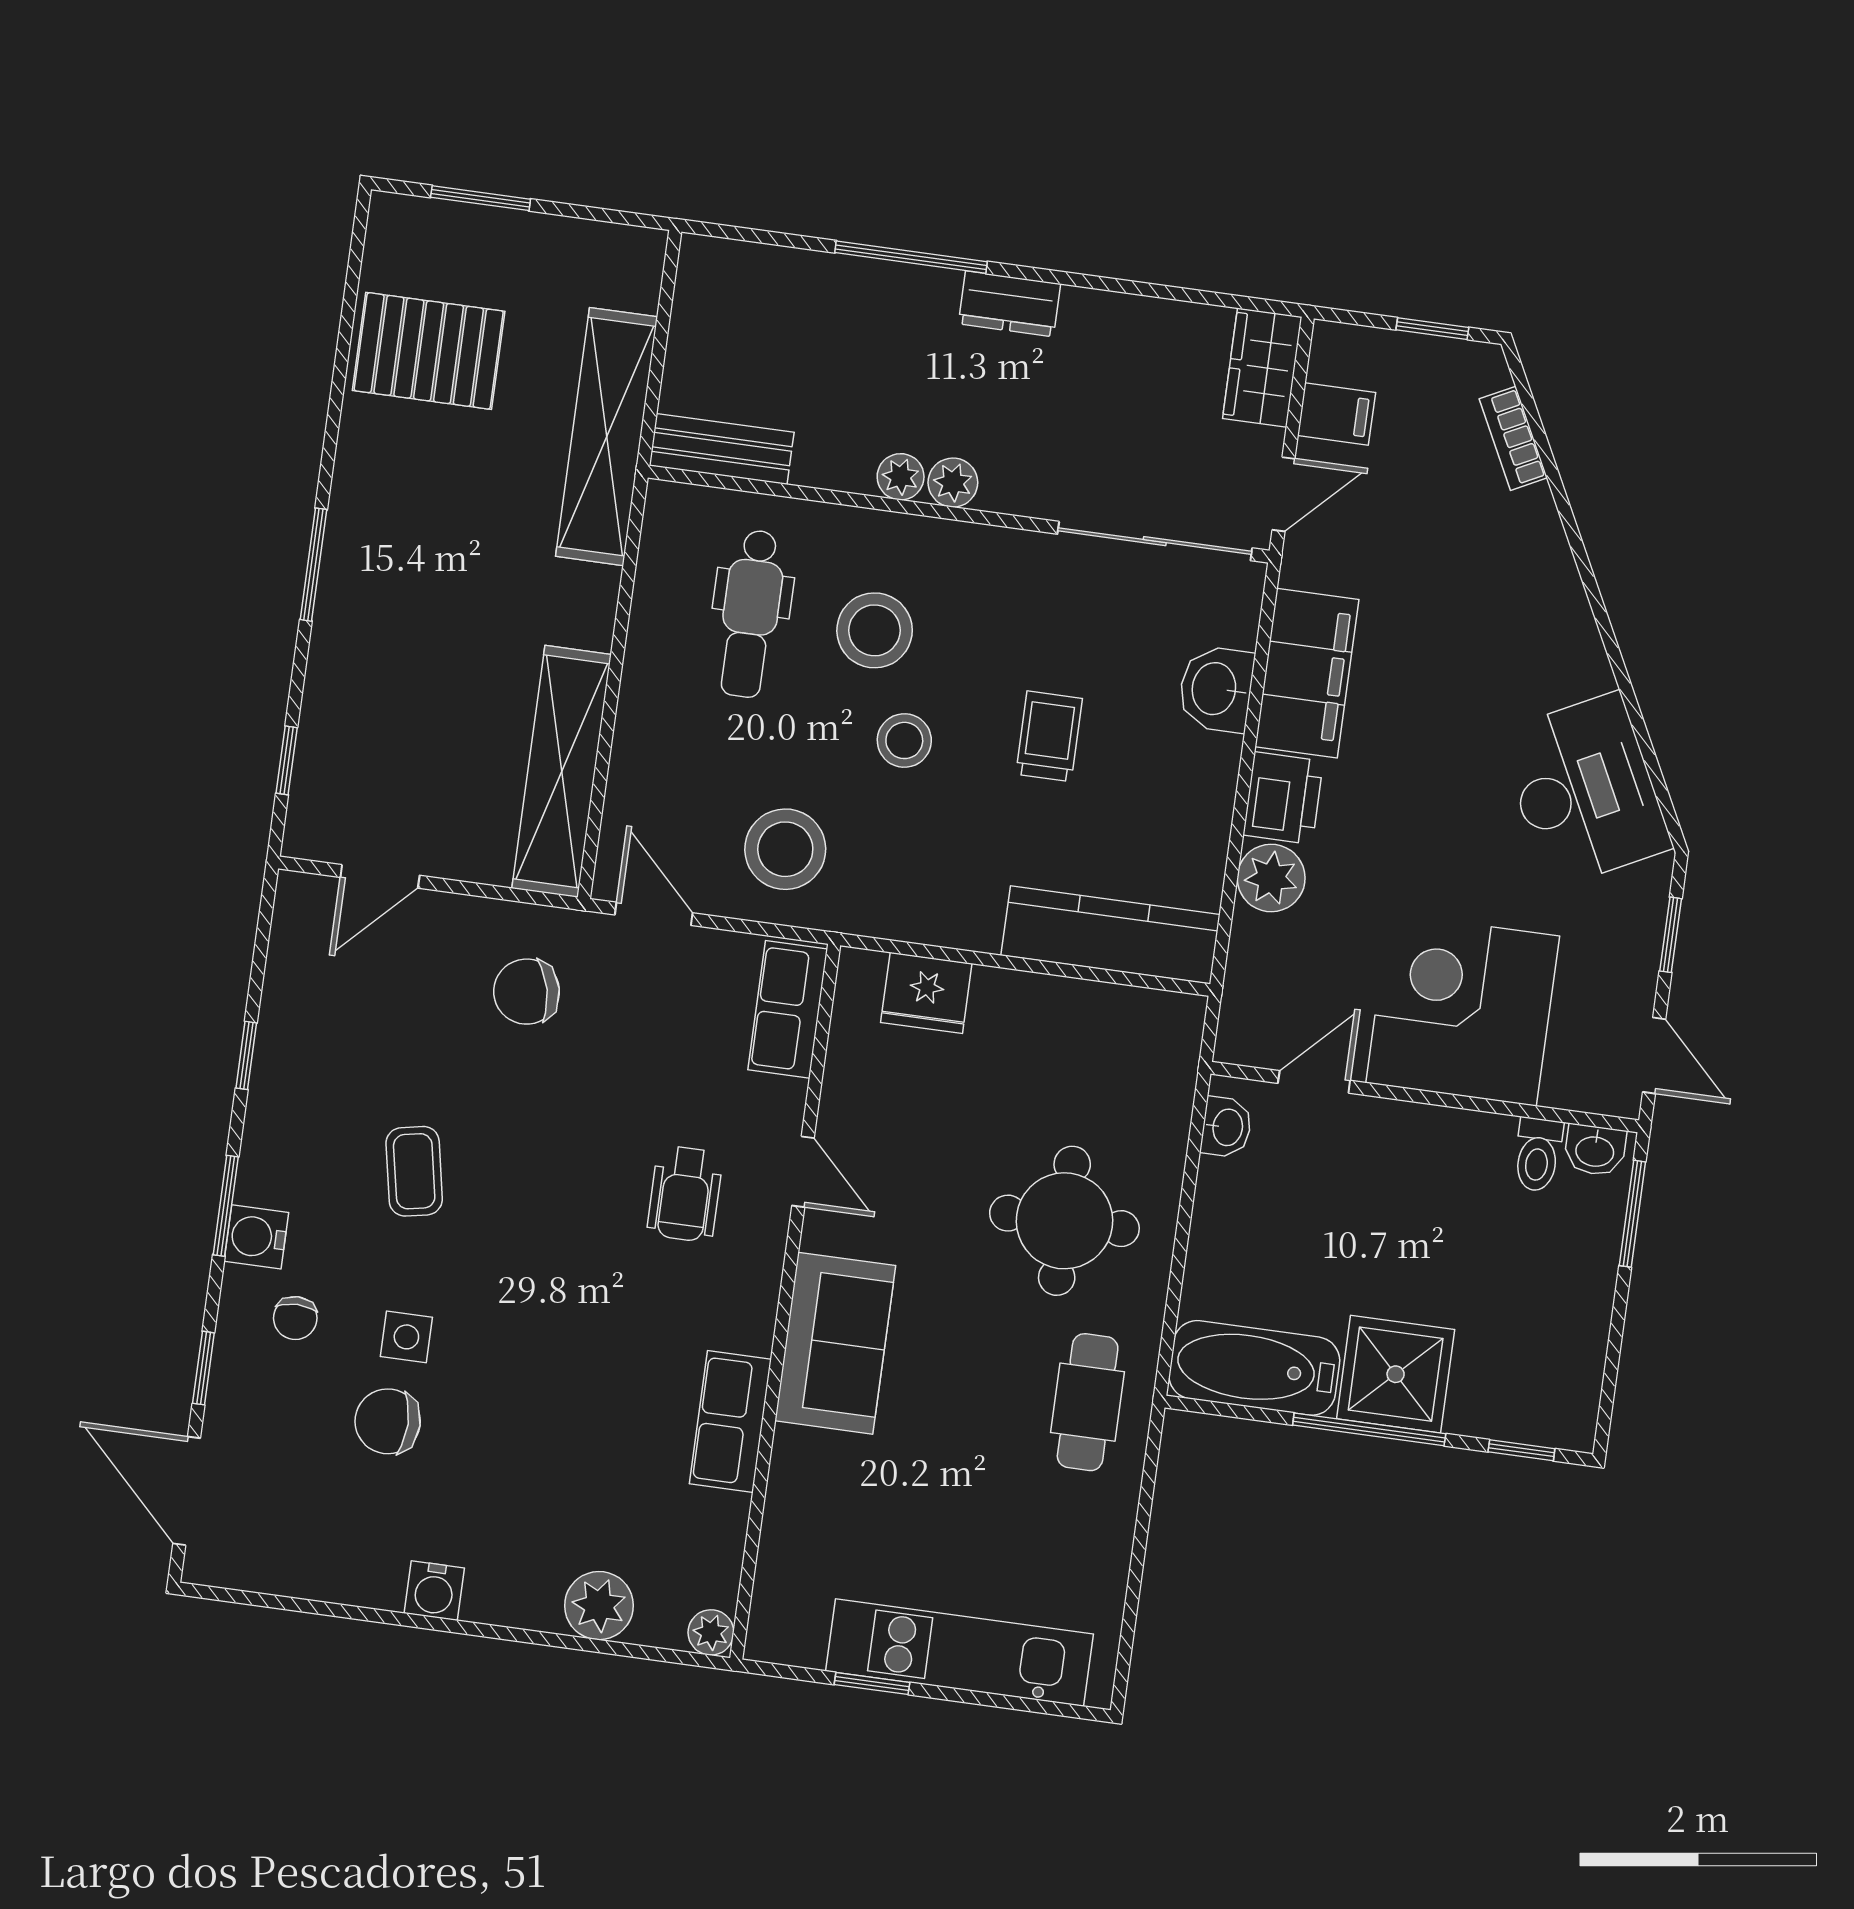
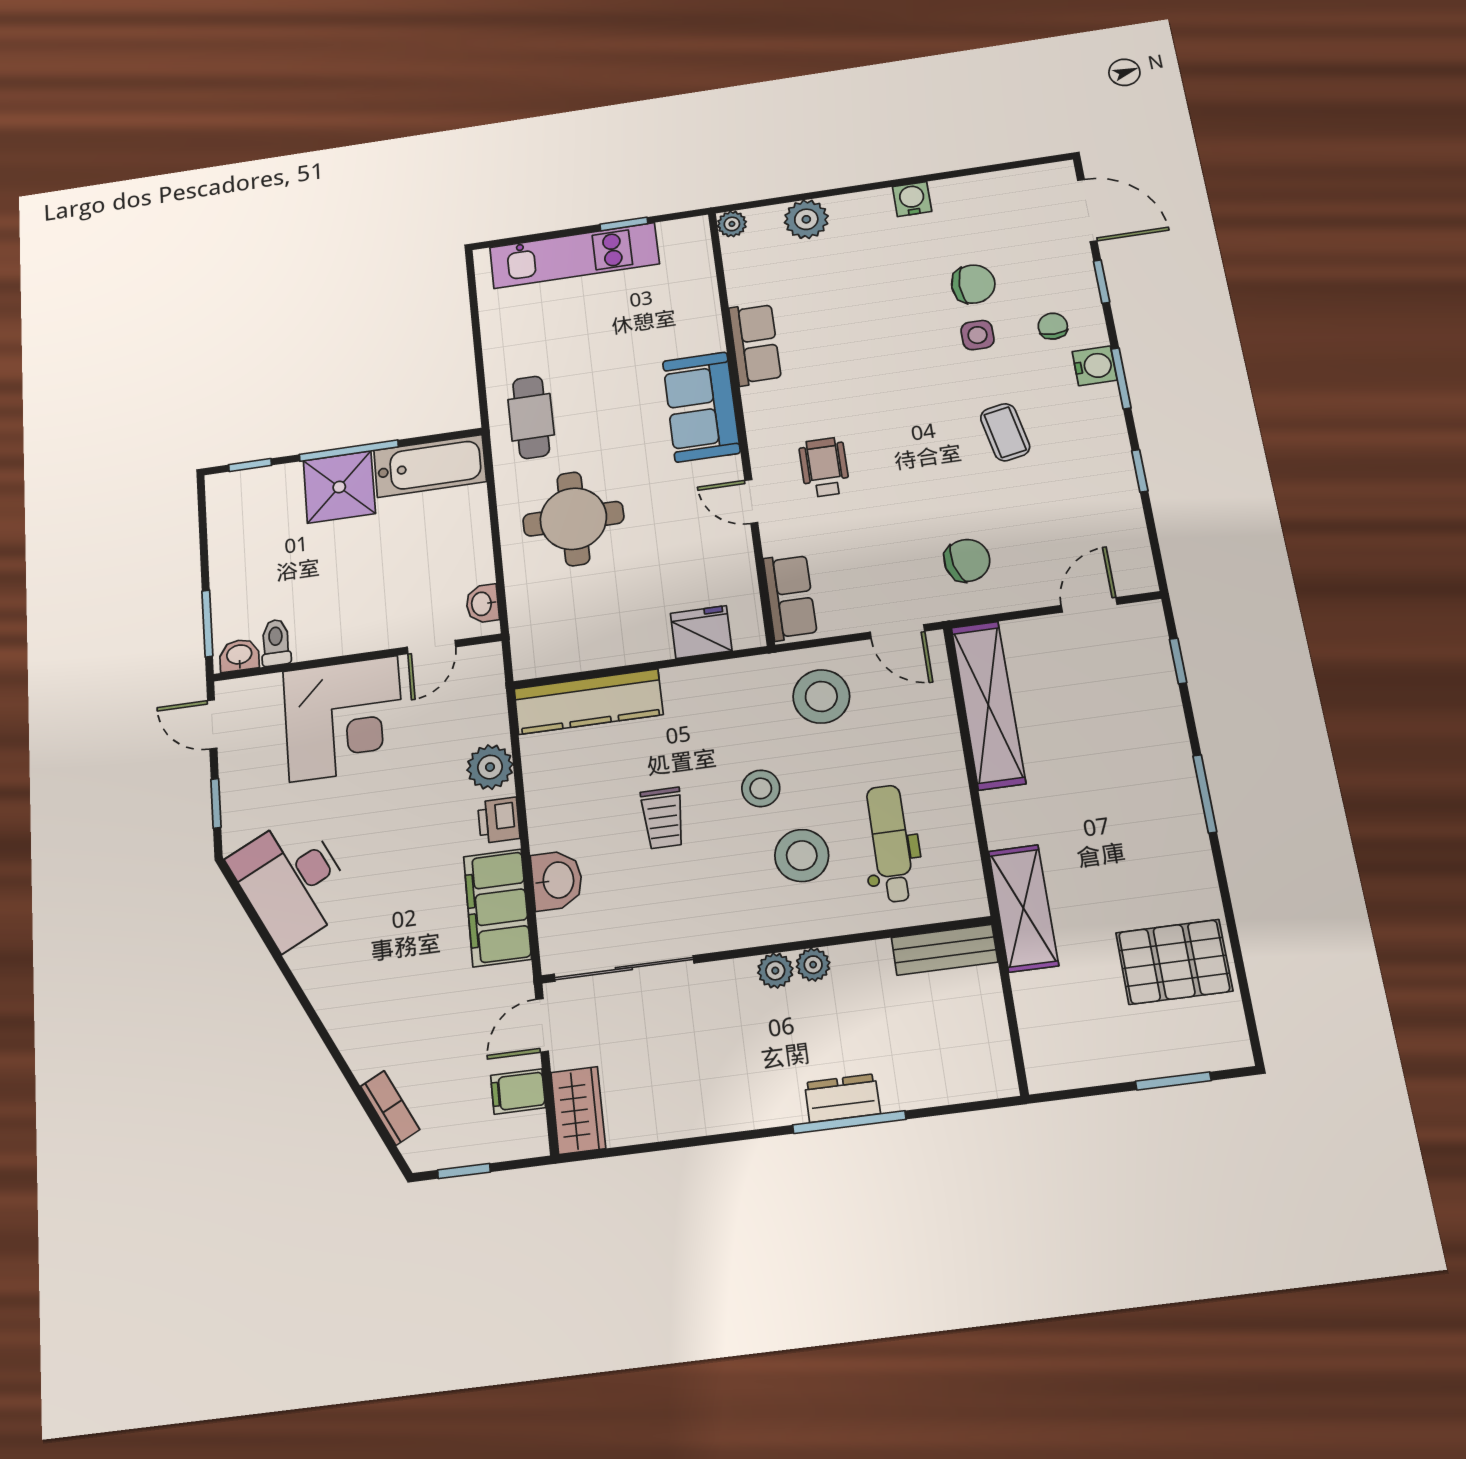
dresser: (1009, 304) -> (842, 1098), moved
shelving: (607, 437) -> (1023, 908), width x0.68
printer: (1283, 798) -> (499, 820), width x0.73, depth x0.81

